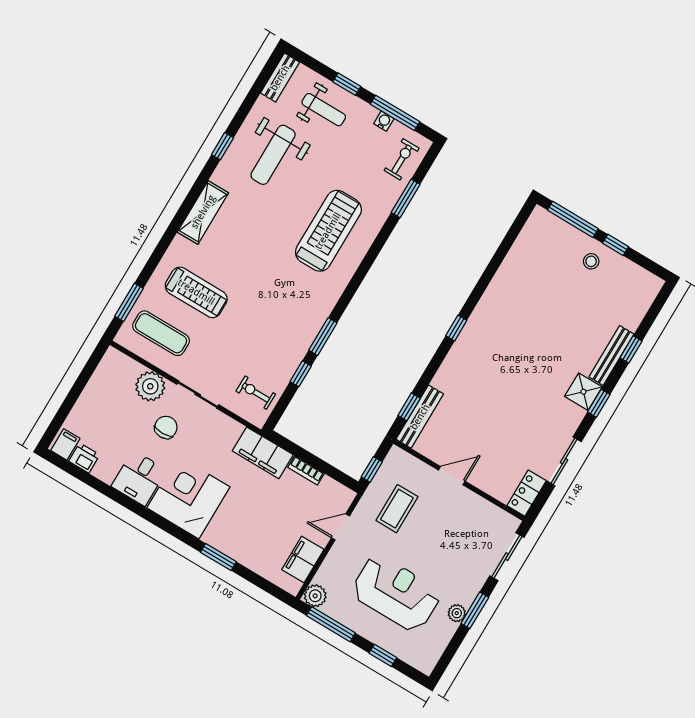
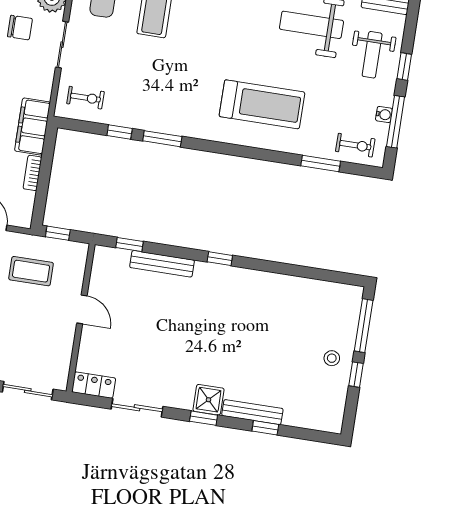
exercise bike: (256, 393) -> (85, 98), turned 90
bench: (420, 417) -> (162, 264), moved

